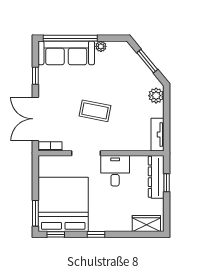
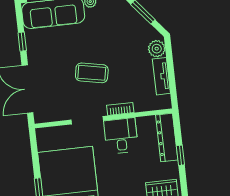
tv unit: (158, 135) -> (161, 76), moved
bookcase: (50, 146) -> (120, 109), moved
window: (167, 183) -> (180, 155), moved

